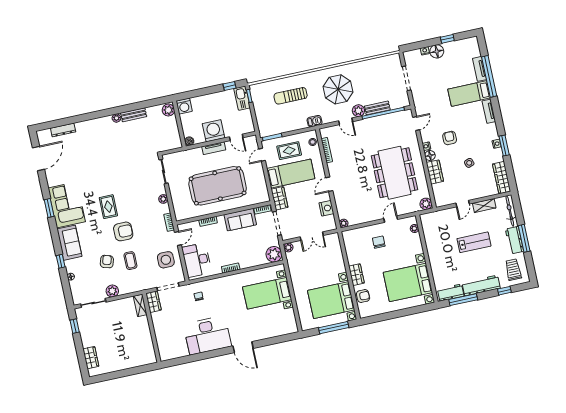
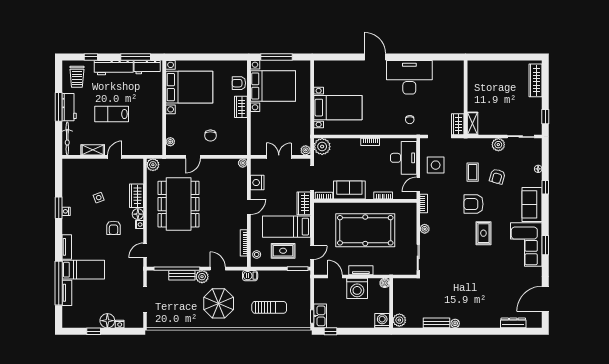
wardrobe: (502, 178) -> (68, 175), removed
wardrobe: (91, 358) -> (536, 80), width x1.50

